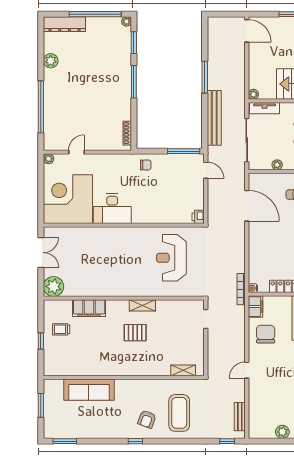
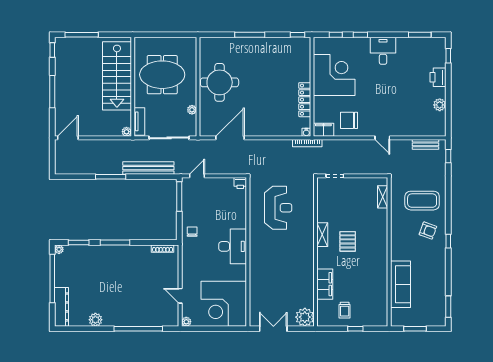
desk: (112, 209) -> (233, 246), moved
reception desk: (171, 258) -> (278, 208), turned -90

